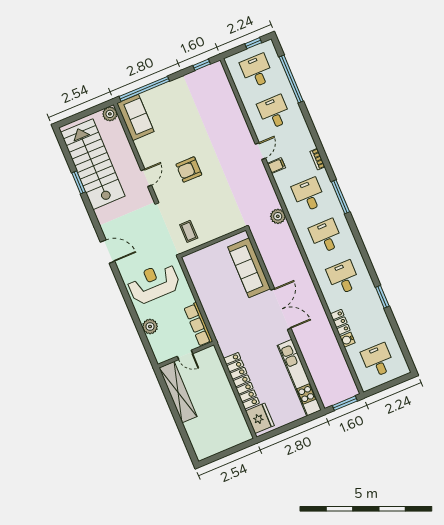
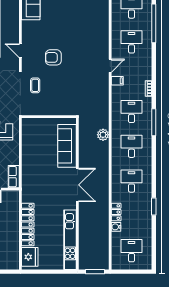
door: (146, 178) -> (20, 51), swing flipped
plant: (278, 216) -> (103, 135), moved
coffee table: (189, 231) -> (35, 85), moved
row of seats: (198, 324) -> (14, 177), width x0.68

